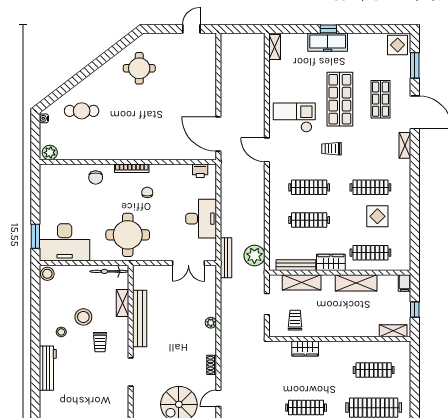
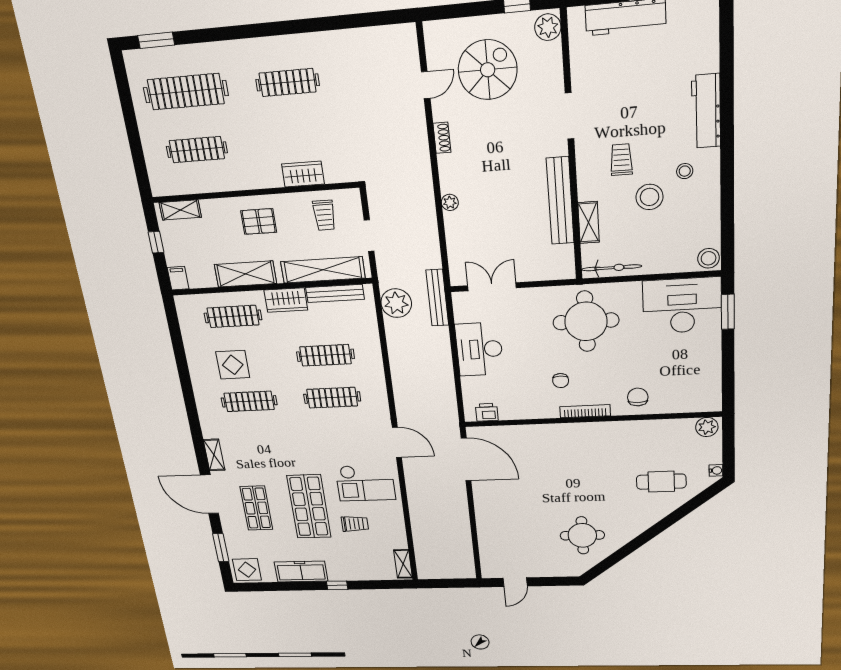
freezer: (328, 42) -> (301, 572), moved
trolley: (332, 149) -> (355, 524), moved
shelving: (302, 282) -> (323, 270), width x1.47
pallet: (340, 319) -> (259, 221), added

